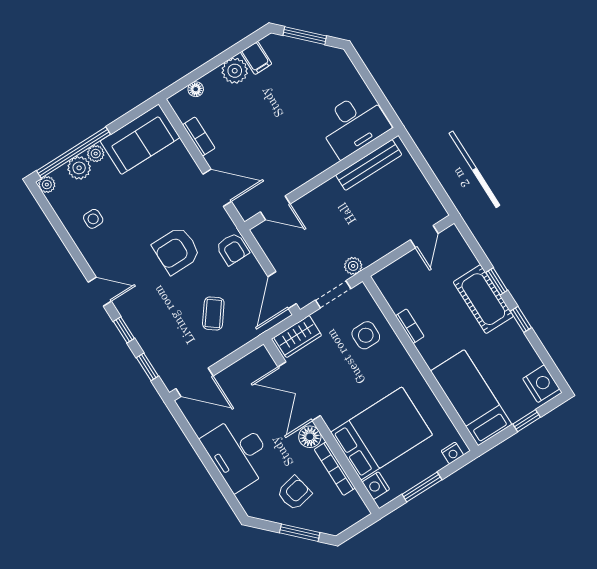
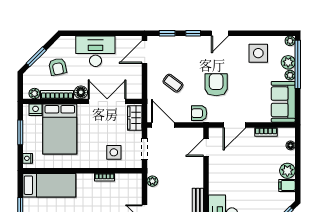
side table: (93, 219) -> (258, 53), width x1.87, depth x1.87
plant: (353, 266) -> (152, 181), moved
plant: (354, 502) -> (34, 93), added

